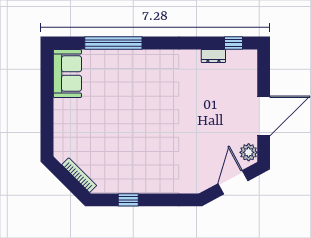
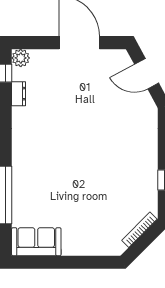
plant: (249, 152) -> (21, 58), moved

